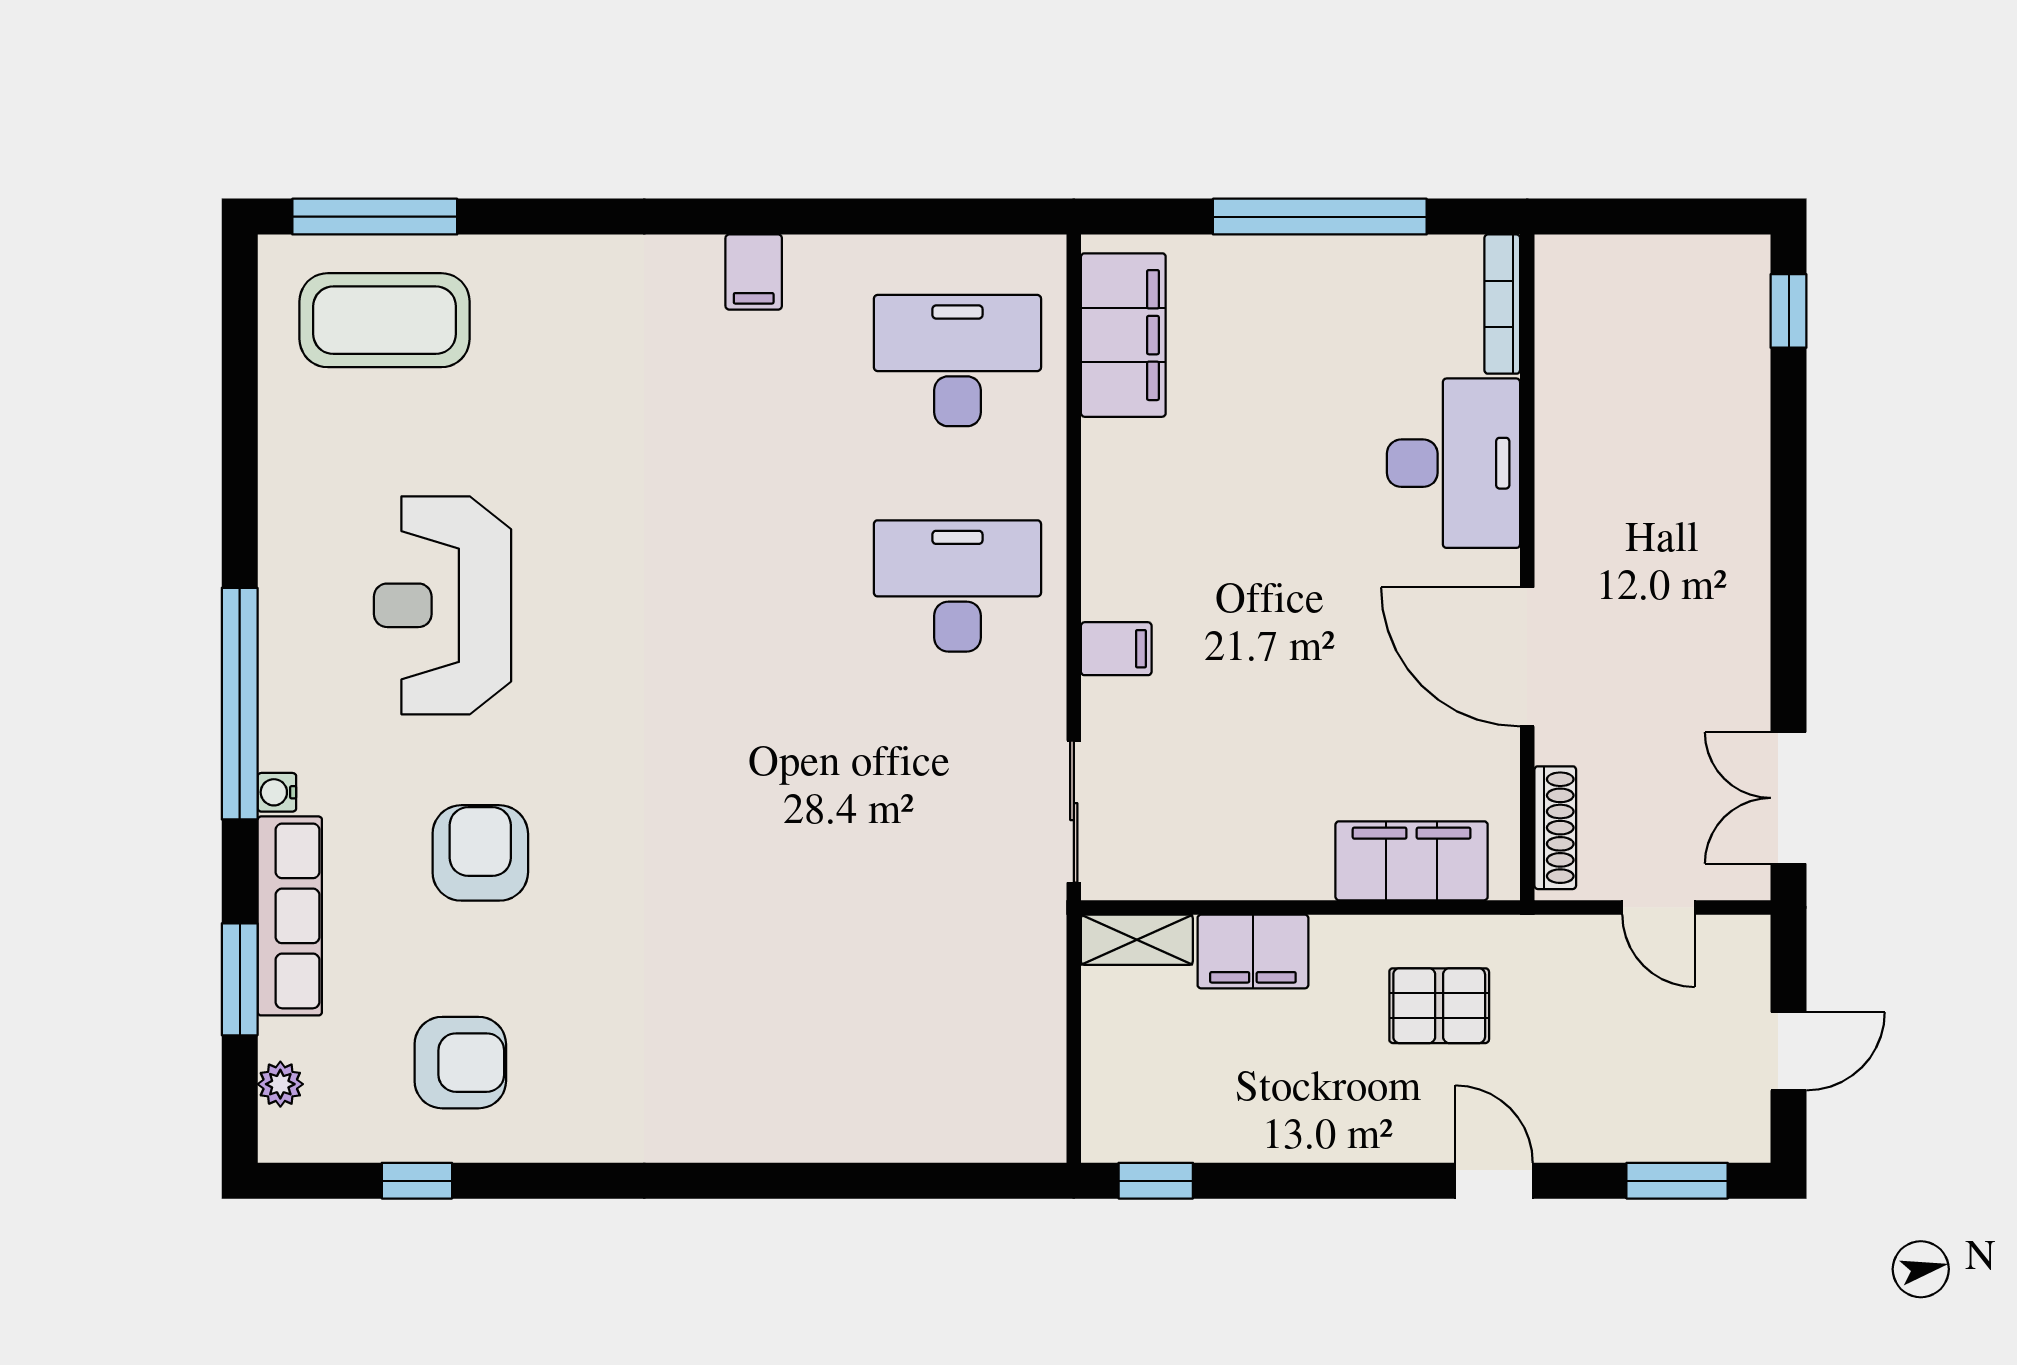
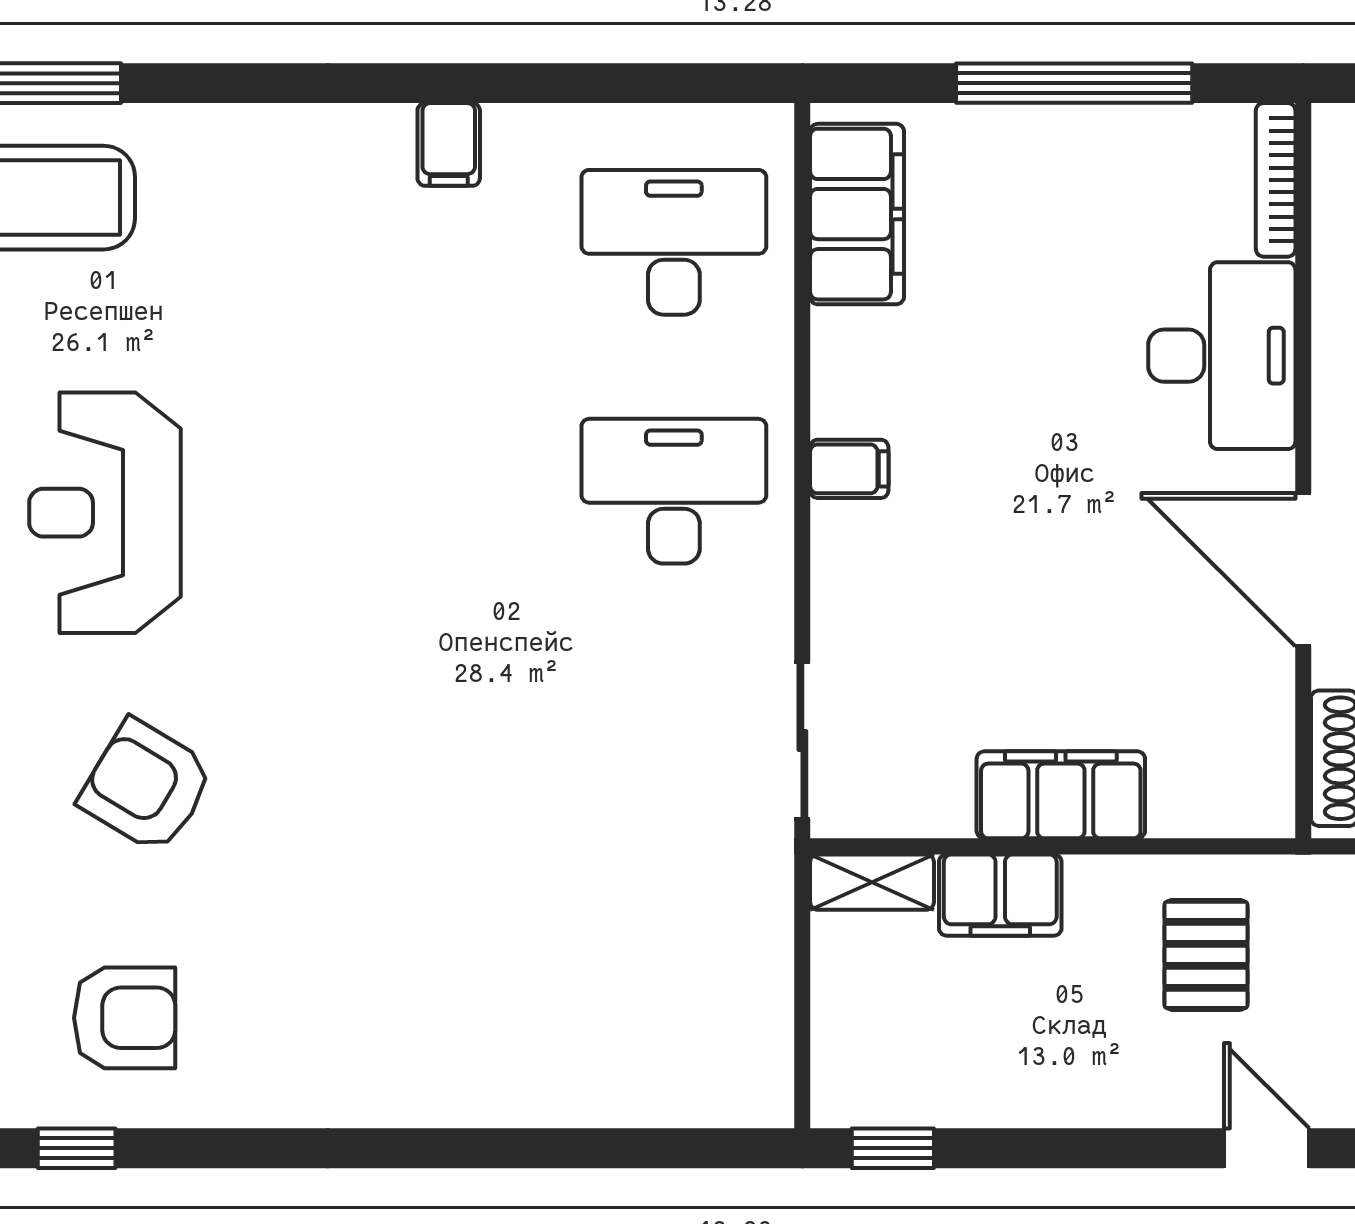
filing cabinet: (1116, 649) -> (849, 469), moved
armchair: (480, 853) -> (147, 786), turned -59
filing cabinet: (1412, 861) -> (1061, 795), moved
pallet: (1439, 1006) -> (1206, 955), turned 90

